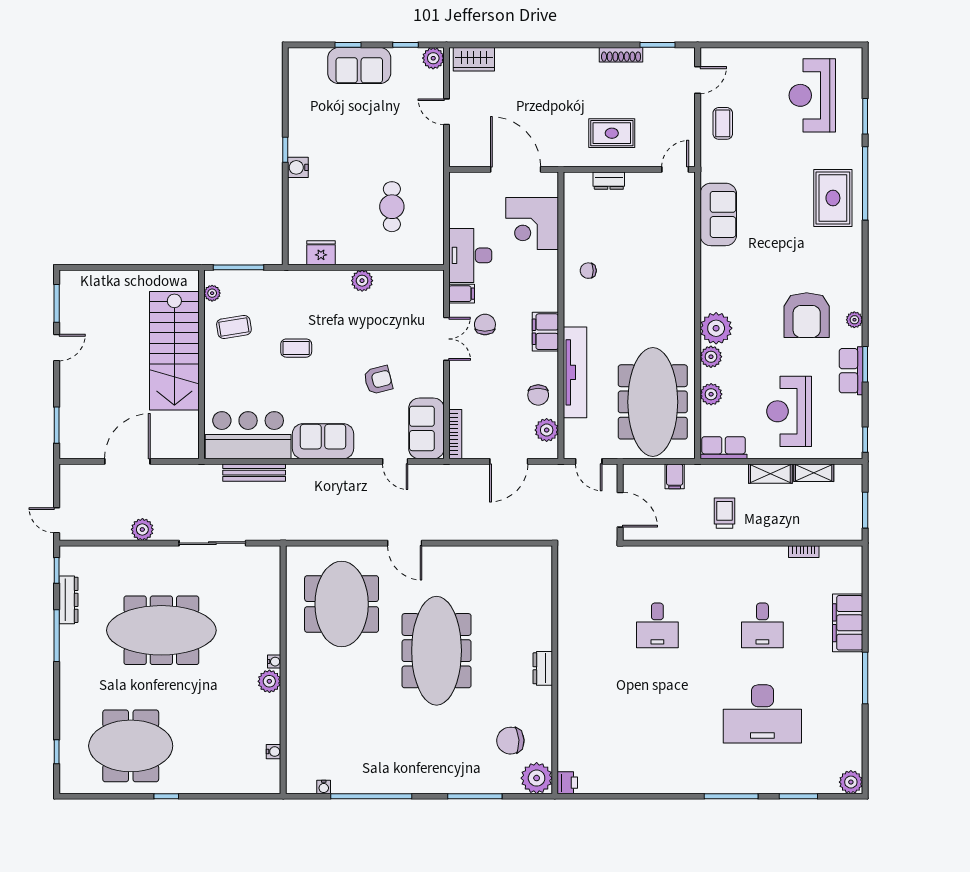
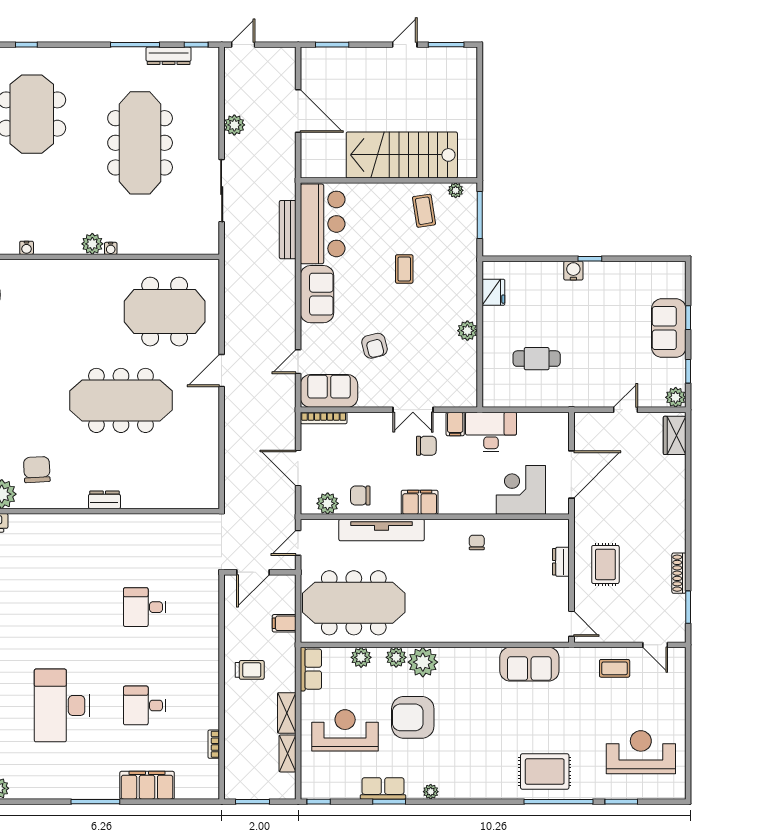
armchair: (807, 315) -> (413, 717), moved
door: (57, 348) -> (405, 45), swing flipped

